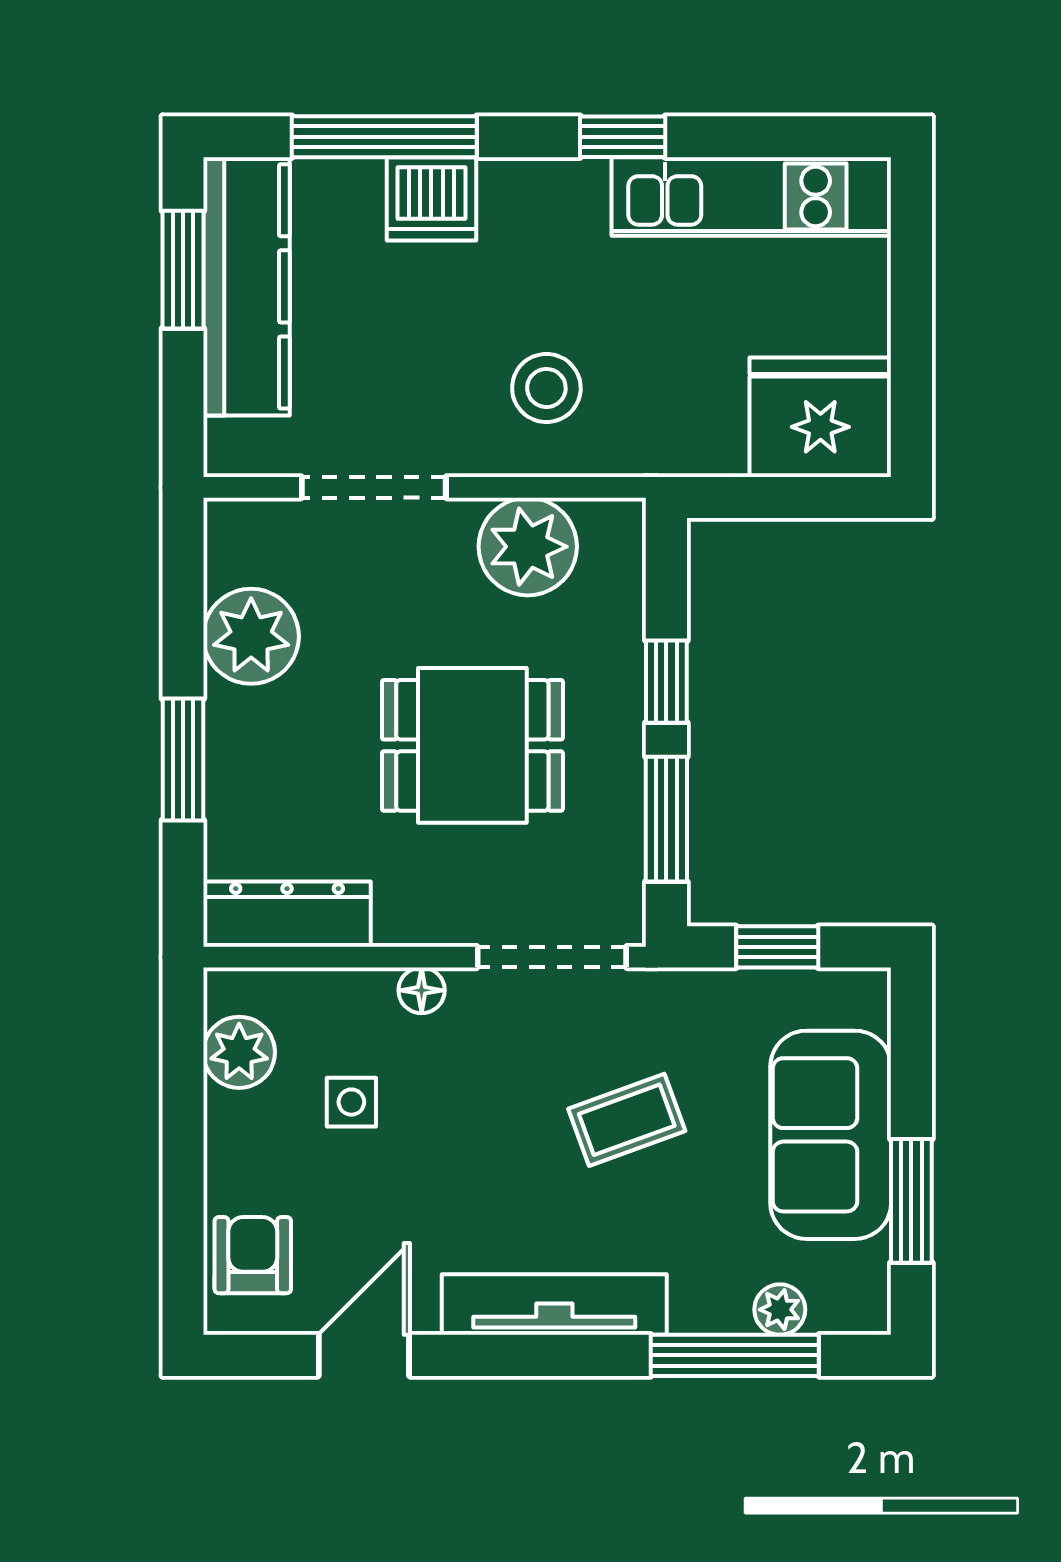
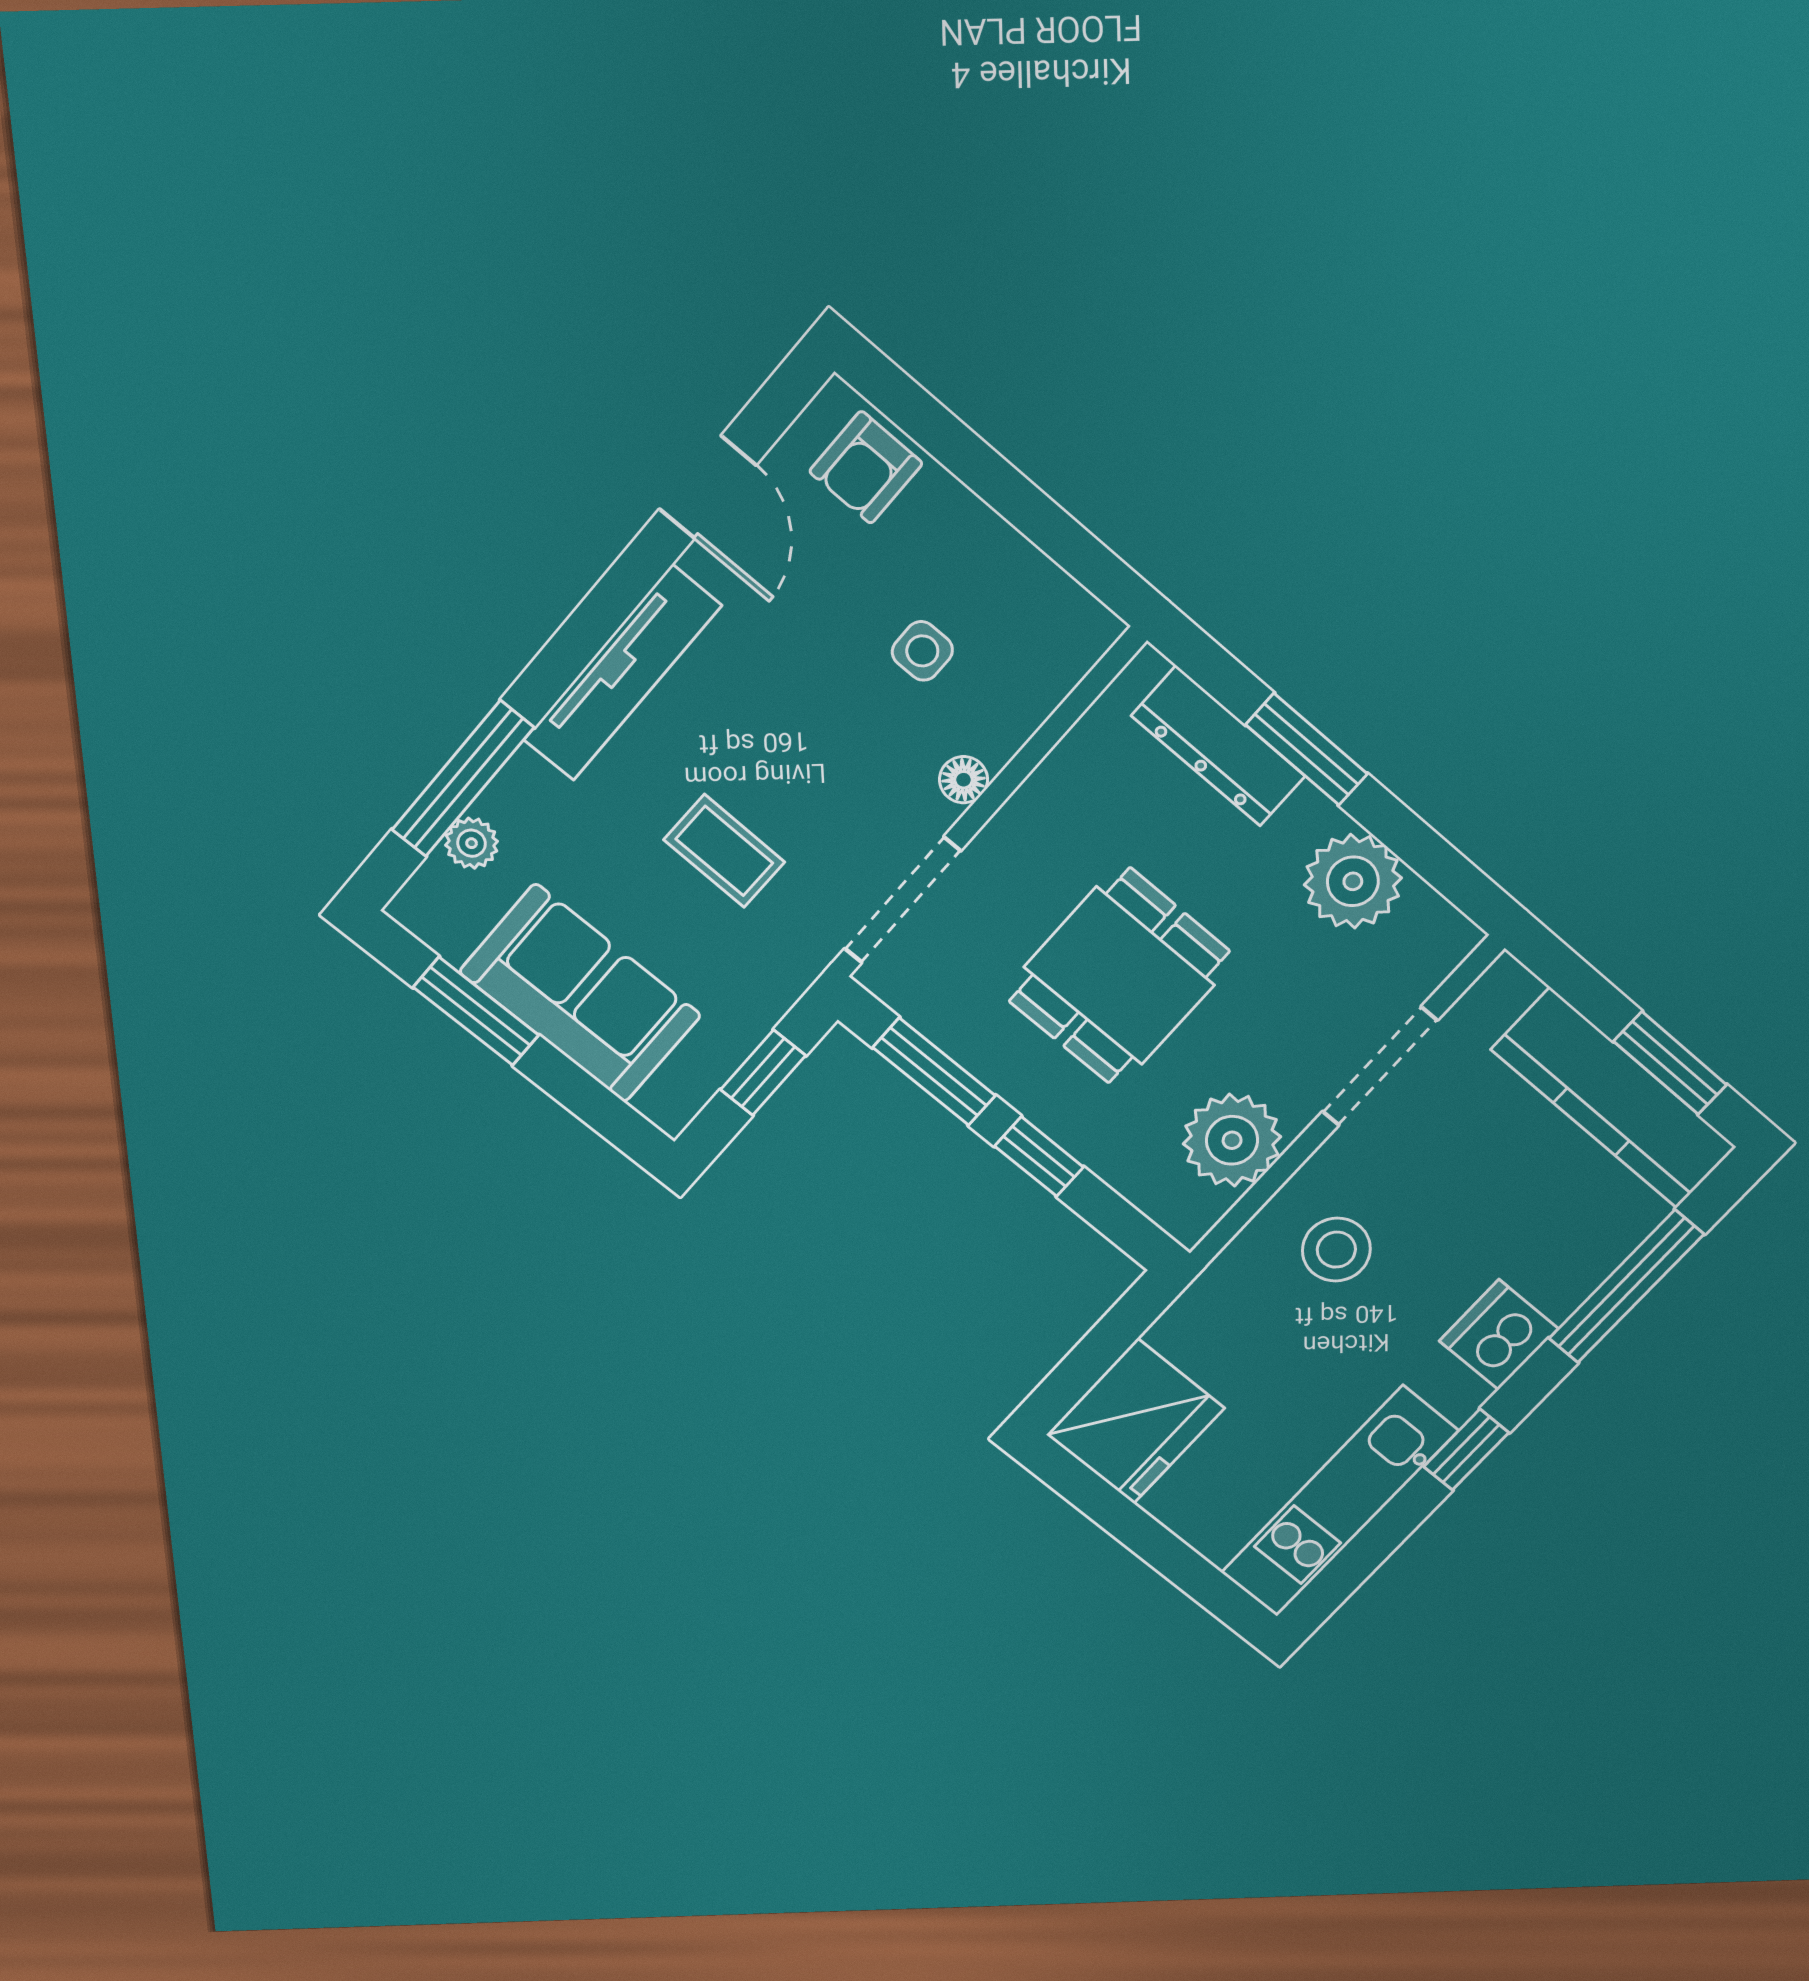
dishwasher: (431, 199) -> (1499, 1335), moved
dresser: (287, 914) -> (1218, 746), moved, turned 90
plant: (239, 1052) -> (1039, 596), removed
coffee table: (627, 1120) -> (724, 851), turned -69
armchair: (253, 1255) -> (866, 467), turned 90

